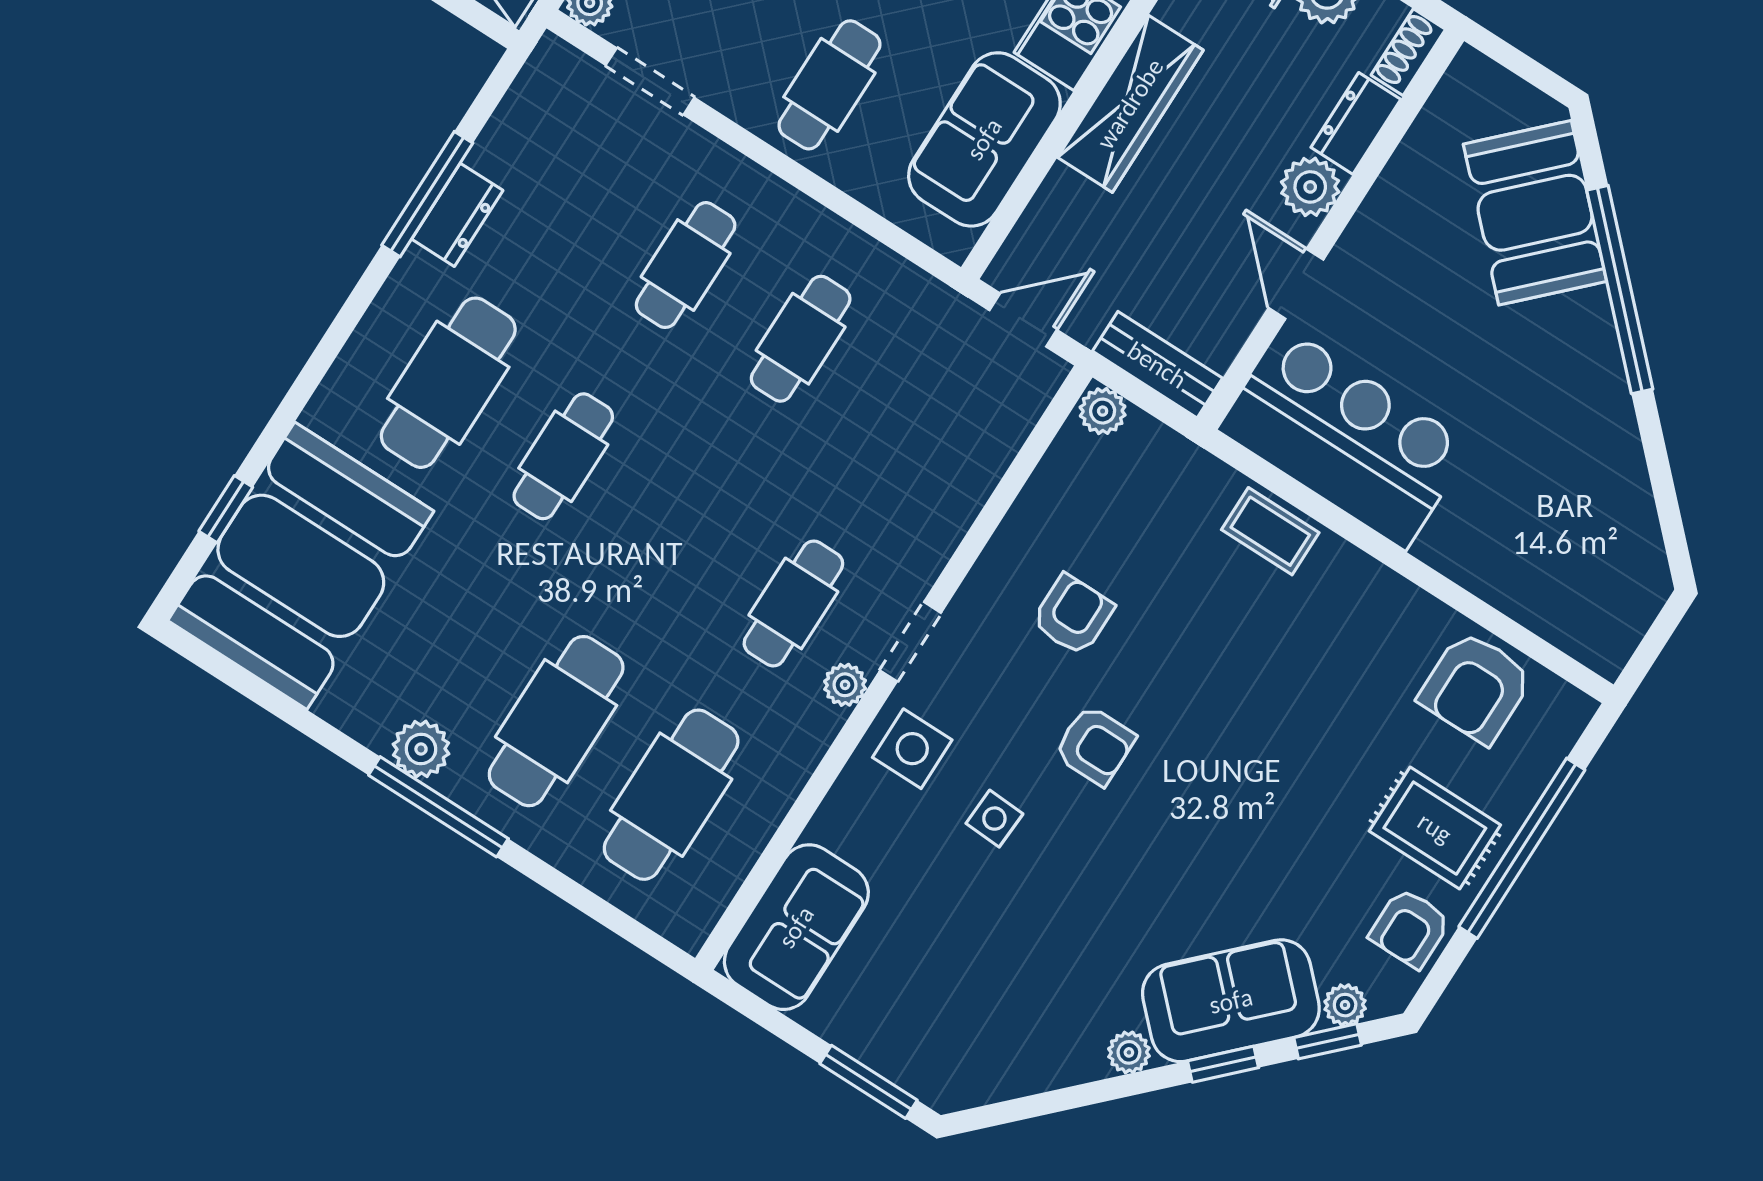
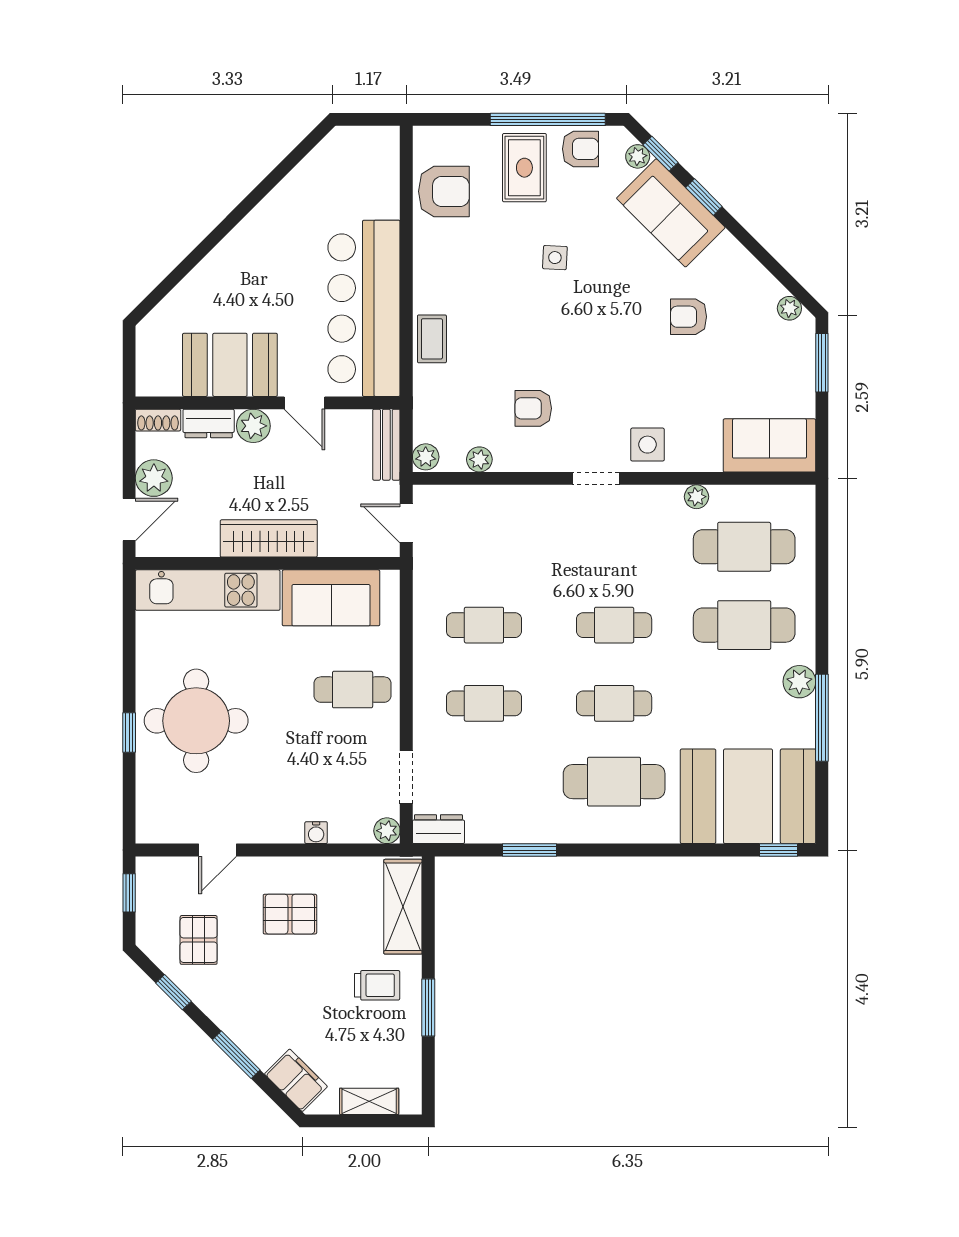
window: (427, 194) -> (530, 850), width x0.69
booth: (1535, 213) -> (230, 365), moved, turned 45
dresser: (457, 215) -> (438, 829), moved
door: (1296, 284) -> (305, 403), hinge flipped
window: (1620, 290) -> (207, 245), removed
bar counter: (1344, 438) -> (364, 308), width x1.36
plant: (1048, 488) -> (479, 459), added
window: (226, 509) -> (779, 850), moved
cafe table: (793, 603) -> (614, 625), moved
plant: (845, 685) -> (696, 497), moved
armchair: (1095, 745) -> (689, 317), moved, turned -90
window: (438, 807) -> (822, 718), moved
side table: (994, 819) -> (555, 258), moved
window: (1522, 848) -> (548, 119), moved
plant: (1129, 1052) -> (789, 308), moved

